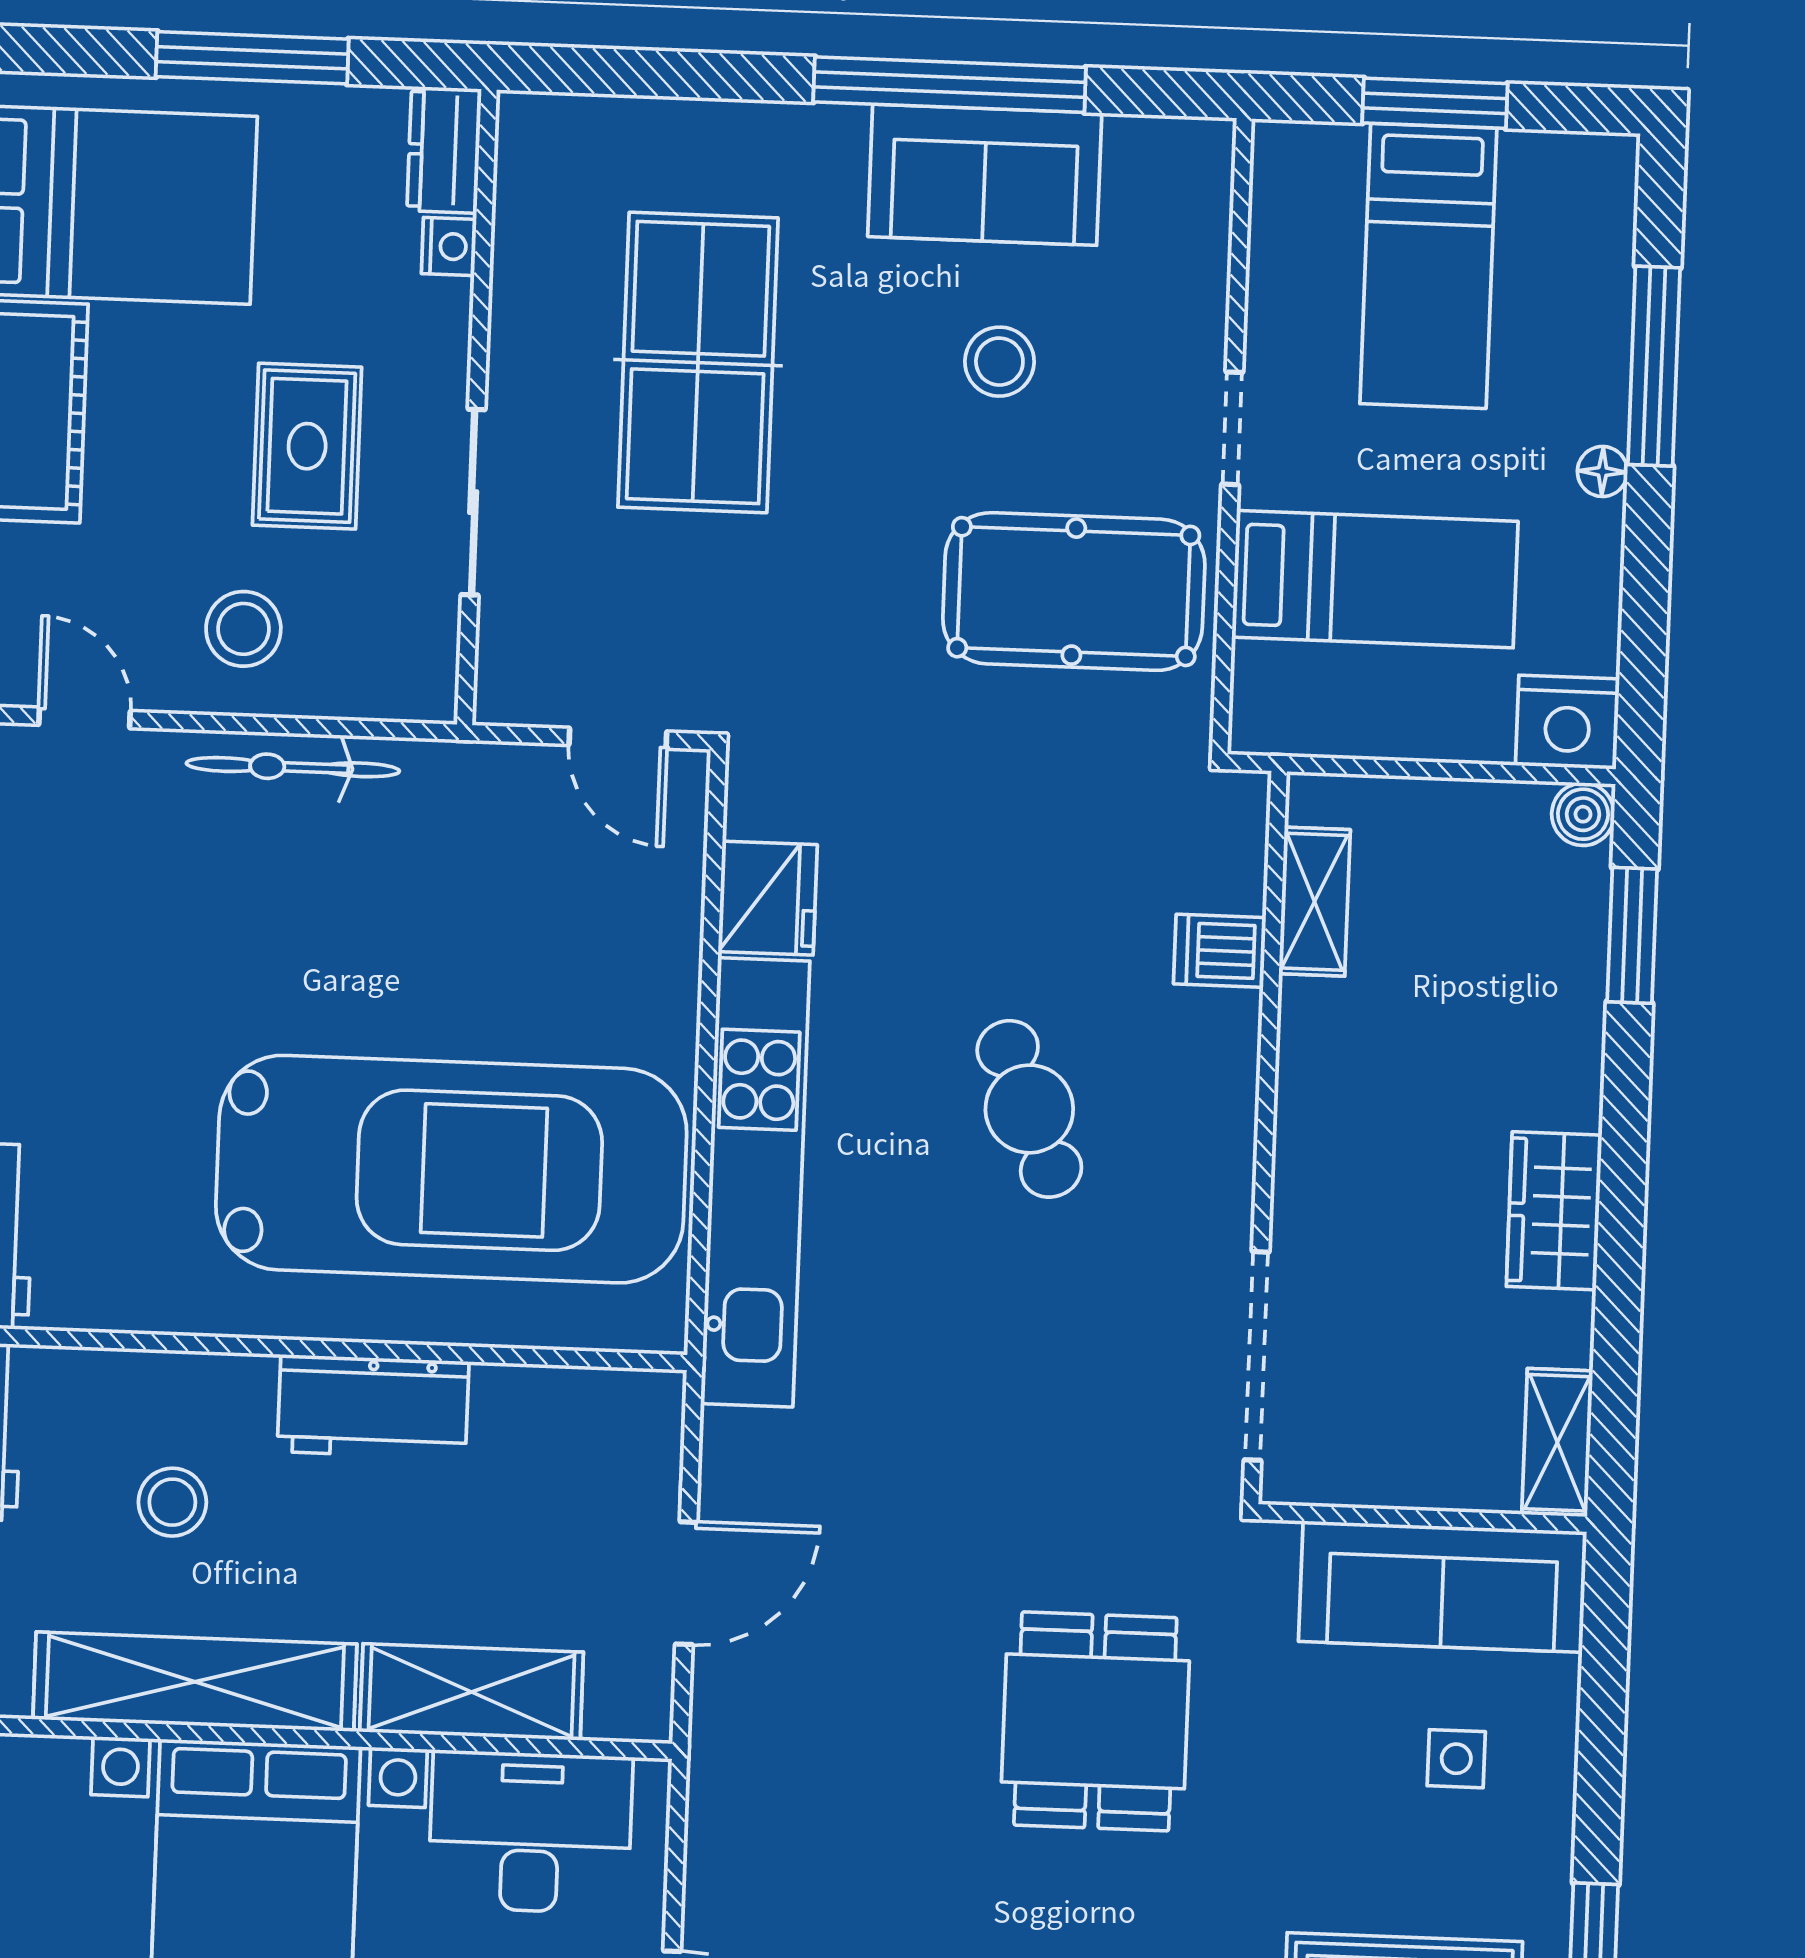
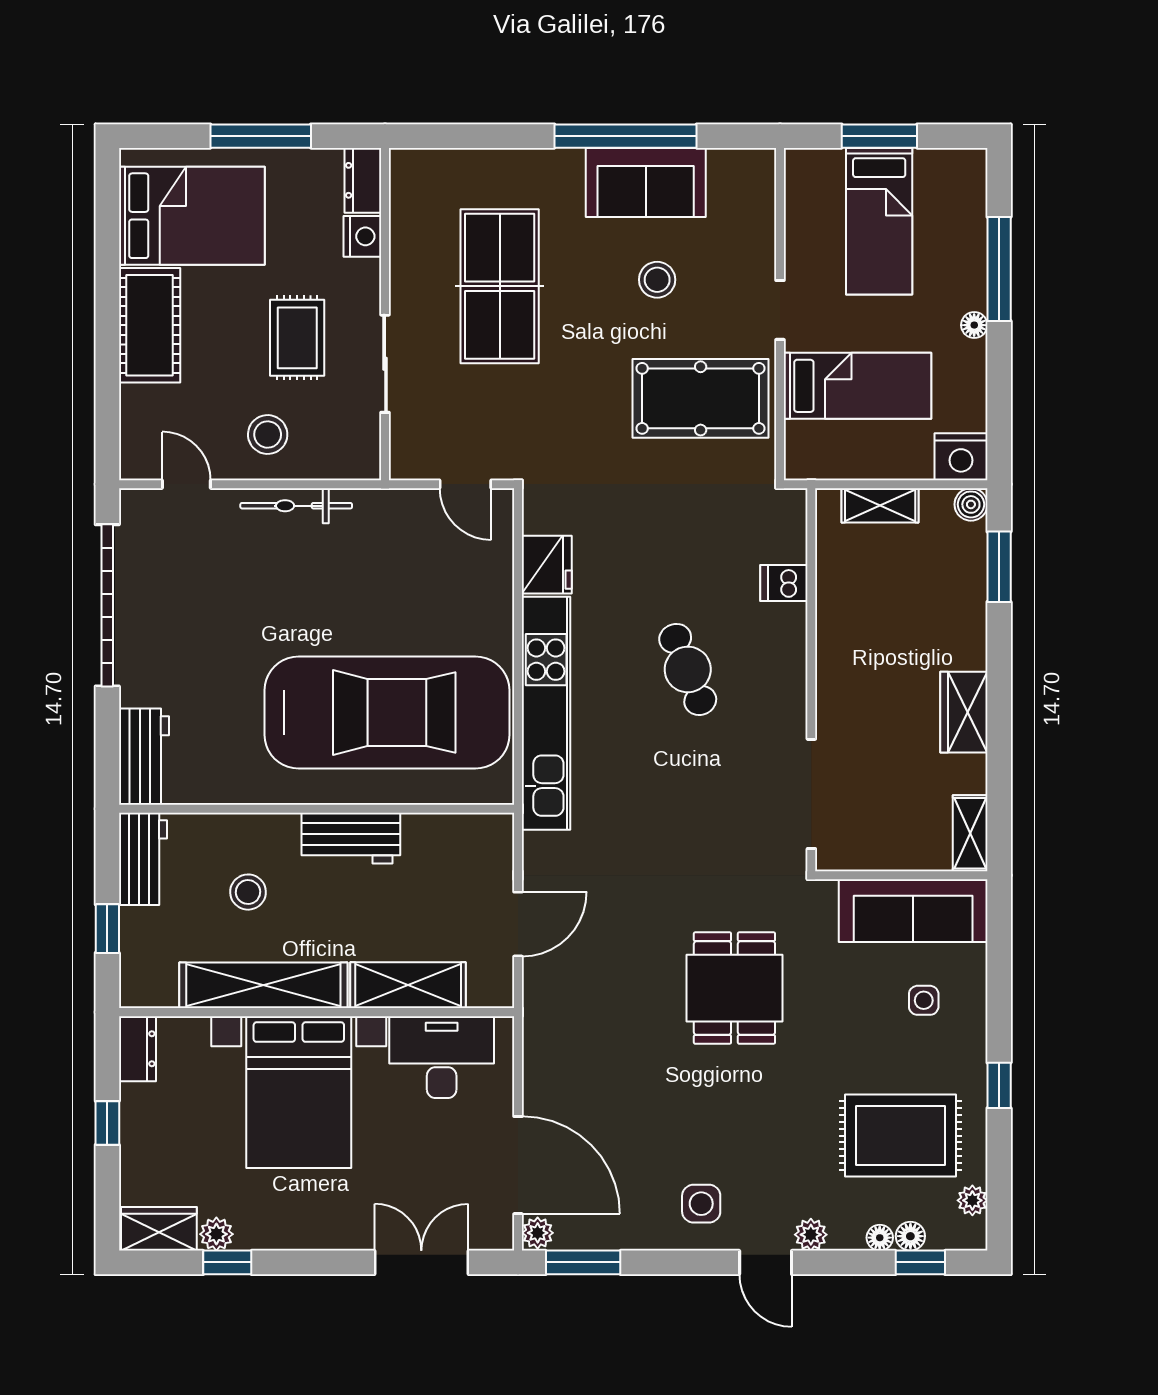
nightstand: (449, 246) -> (362, 236), width x1.39, depth x1.35
shelving: (1314, 902) -> (880, 505), moved, turned 90

